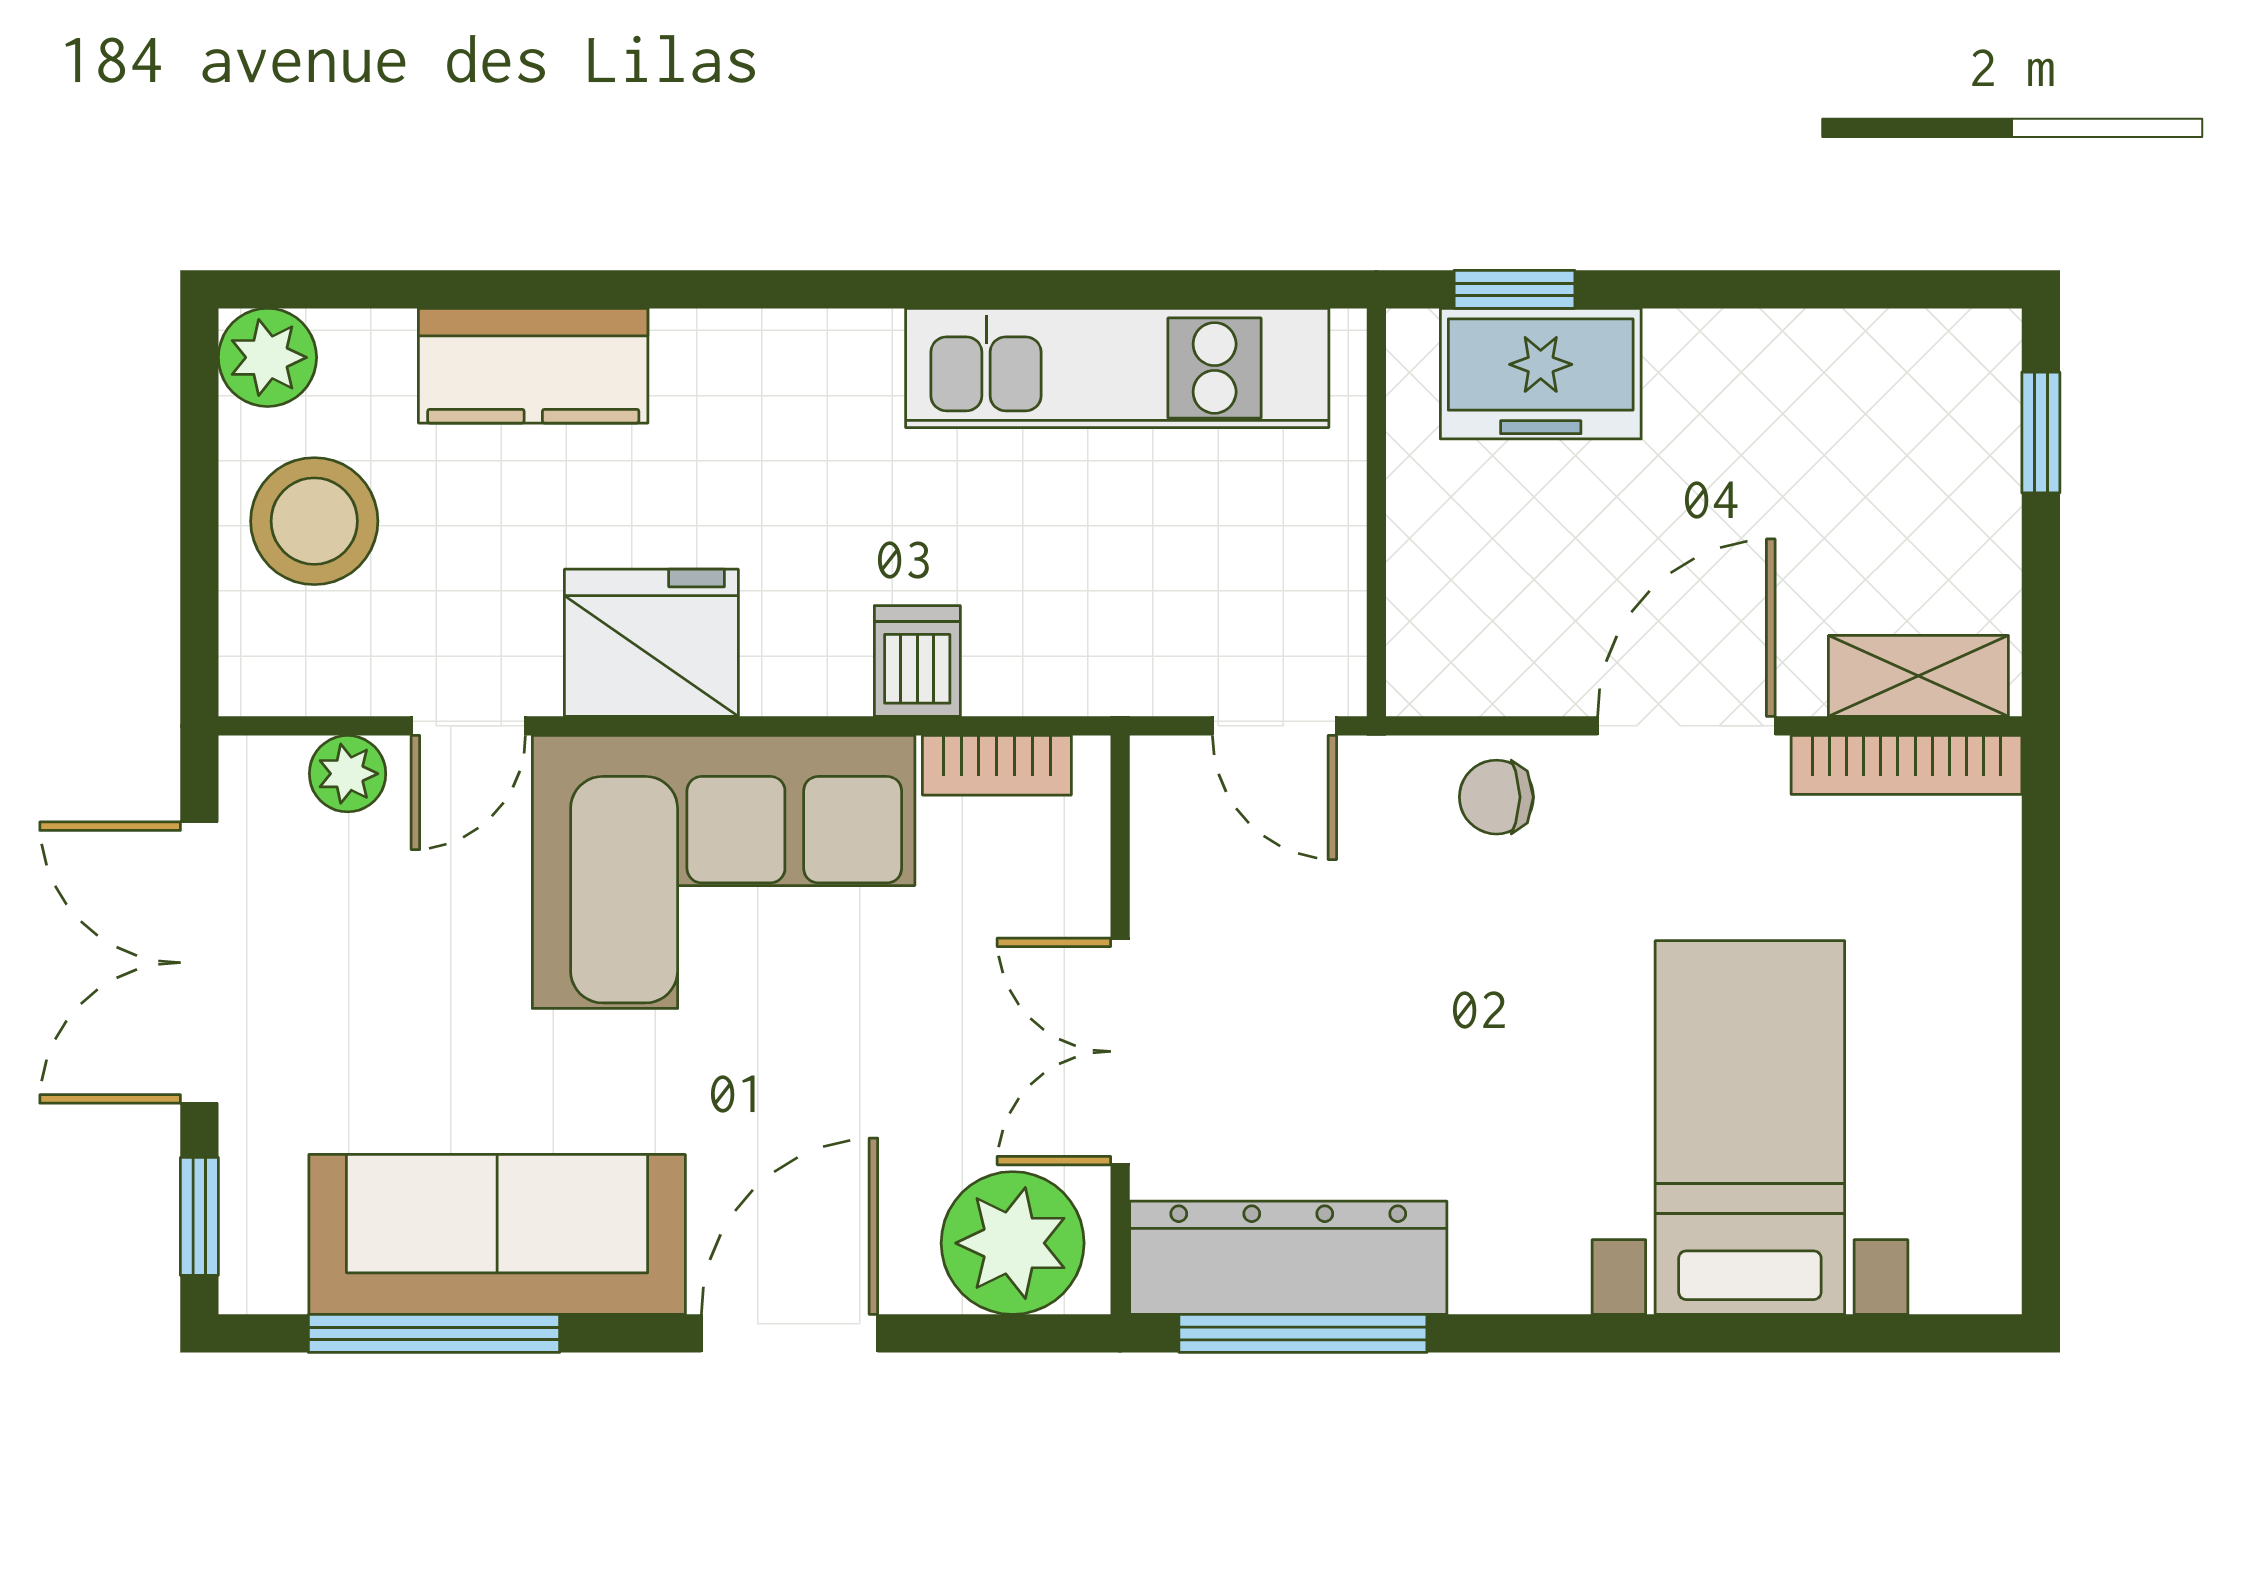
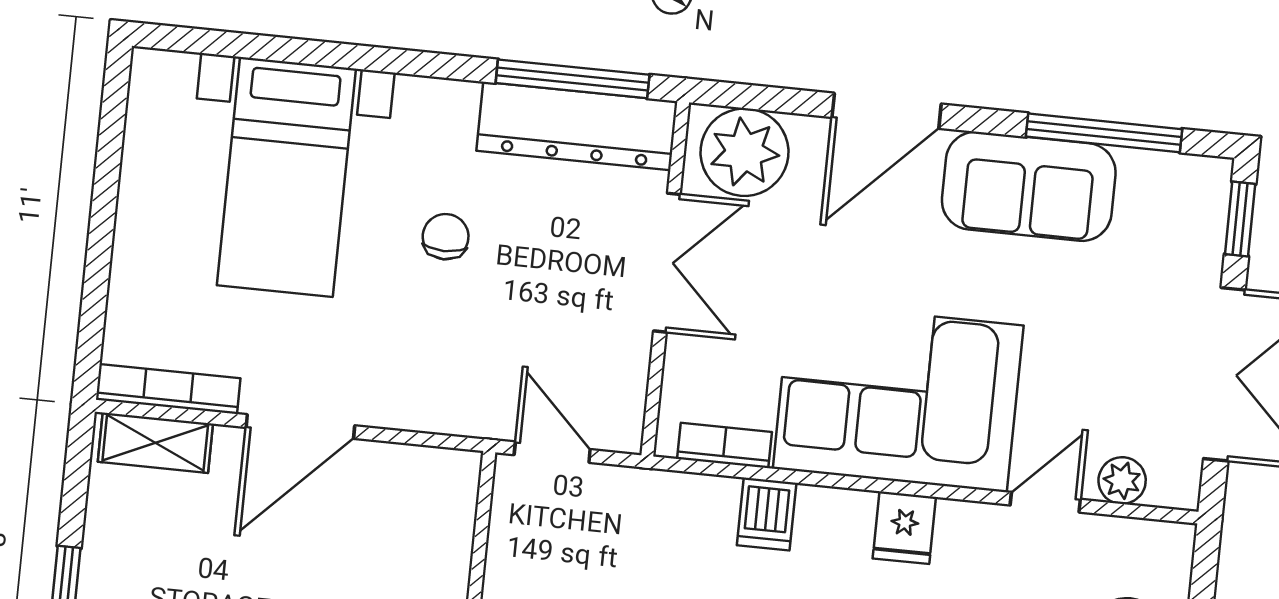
fridge: (651, 643) -> (904, 528), width x0.53, depth x0.75
chair: (1496, 797) -> (446, 237), moved, turned -90
sofa: (497, 1234) -> (1029, 186), width x0.73

